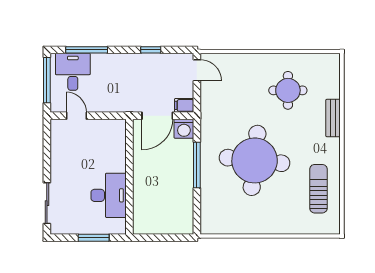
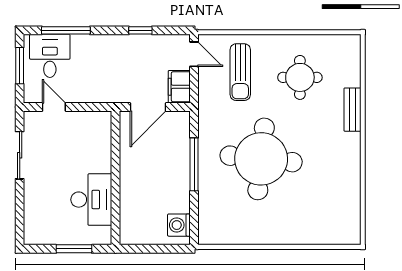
window: (47, 80) -> (20, 66), width x0.69
filing cabinet: (184, 105) -> (179, 87), width x2.00
washing machine: (184, 129) -> (179, 225), moved, turned 90
sun lounger: (318, 189) -> (240, 72), moved, turned 180
sliding door: (47, 203) -> (20, 155), moved

